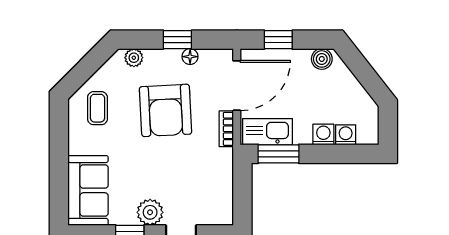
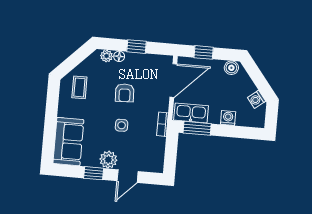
floor lamp: (190, 57) -> (119, 56), moved
armchair: (166, 110) -> (125, 93), width x0.53, depth x0.53
bookcase: (226, 129) -> (162, 124), moved
washing machine: (346, 135) -> (257, 99), moved, turned -128
side table: (165, 159) -> (122, 125), added

